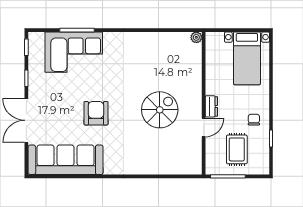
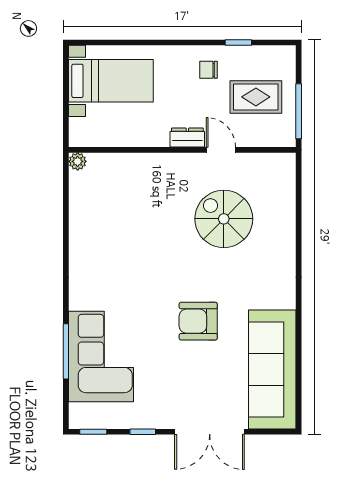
spiral stairs: (160, 110) -> (224, 219), moved

